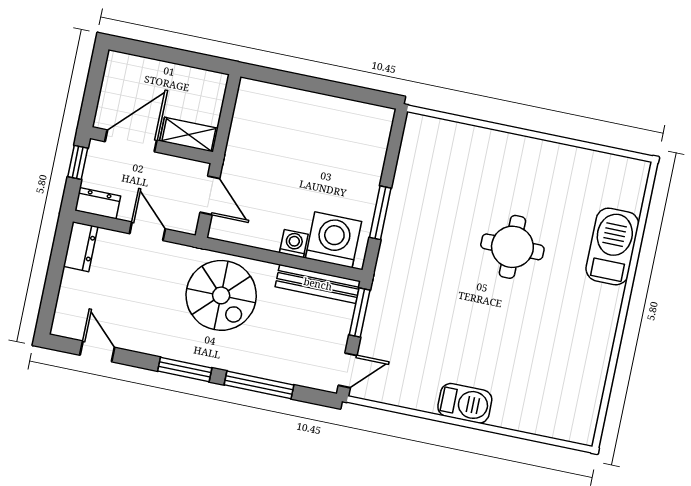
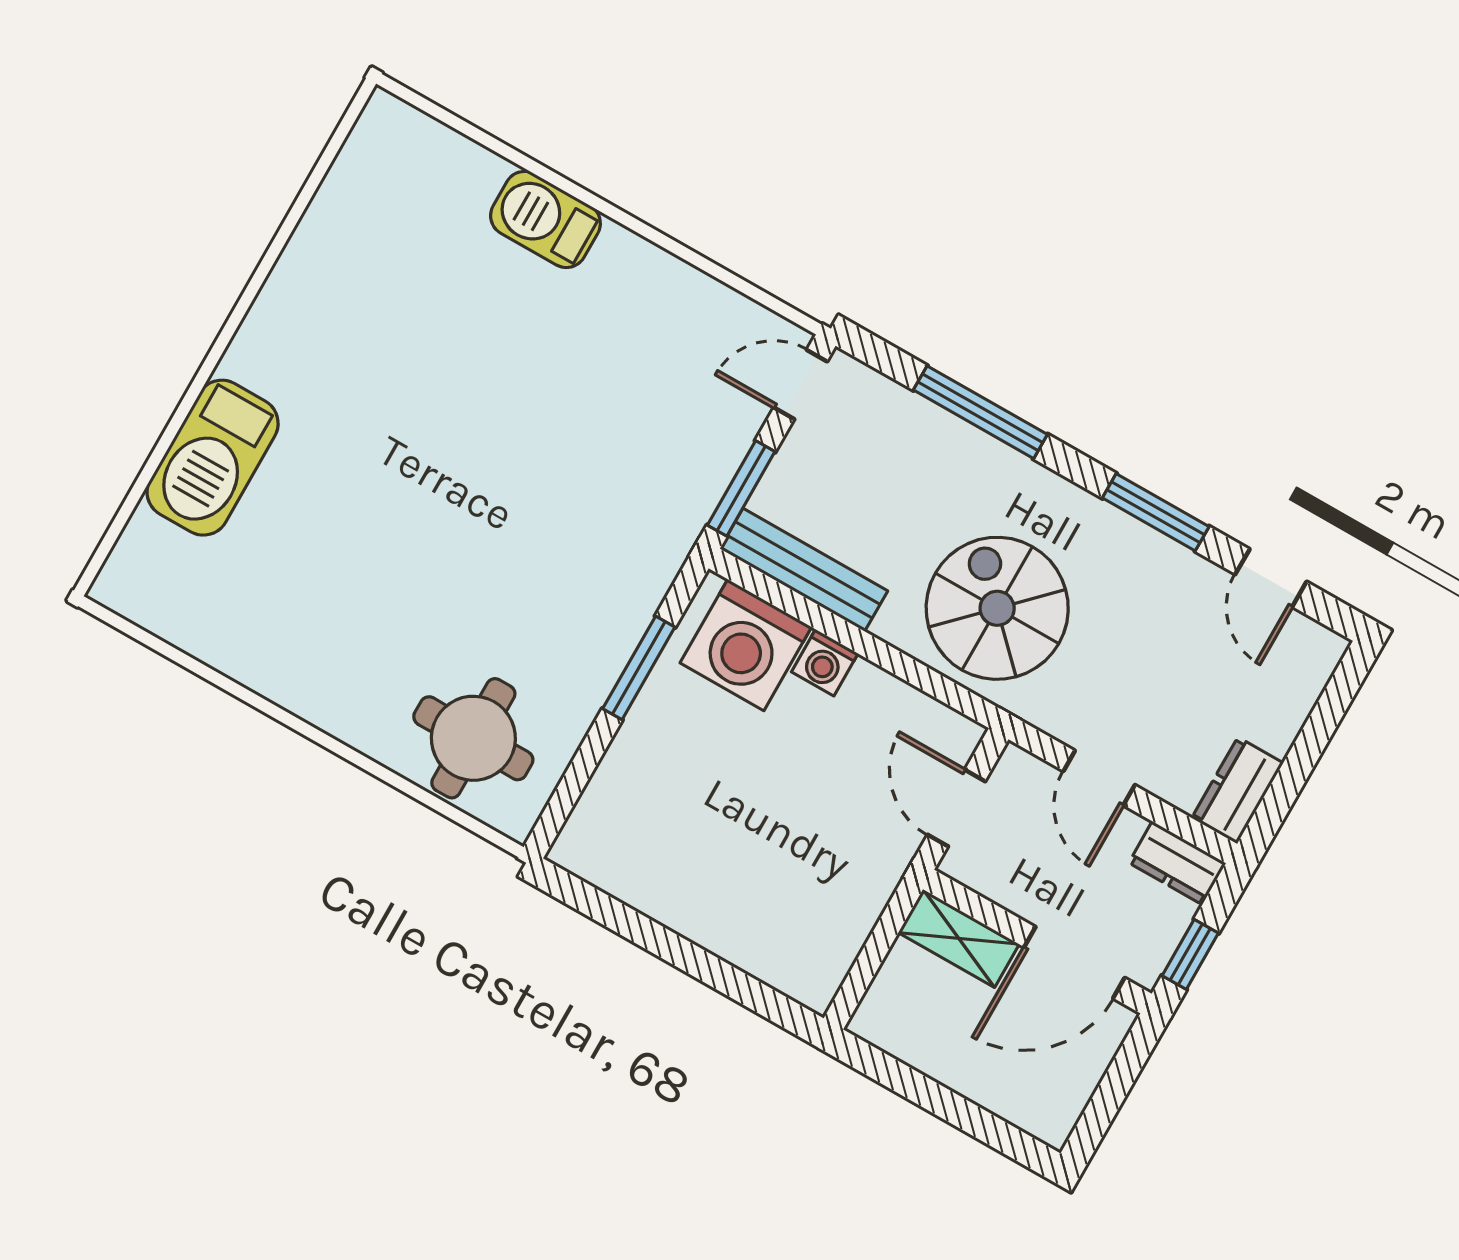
round table: (512, 247) -> (473, 738), moved
window: (185, 369) -> (1156, 512), moved
barbecue: (465, 403) -> (545, 219), moved

